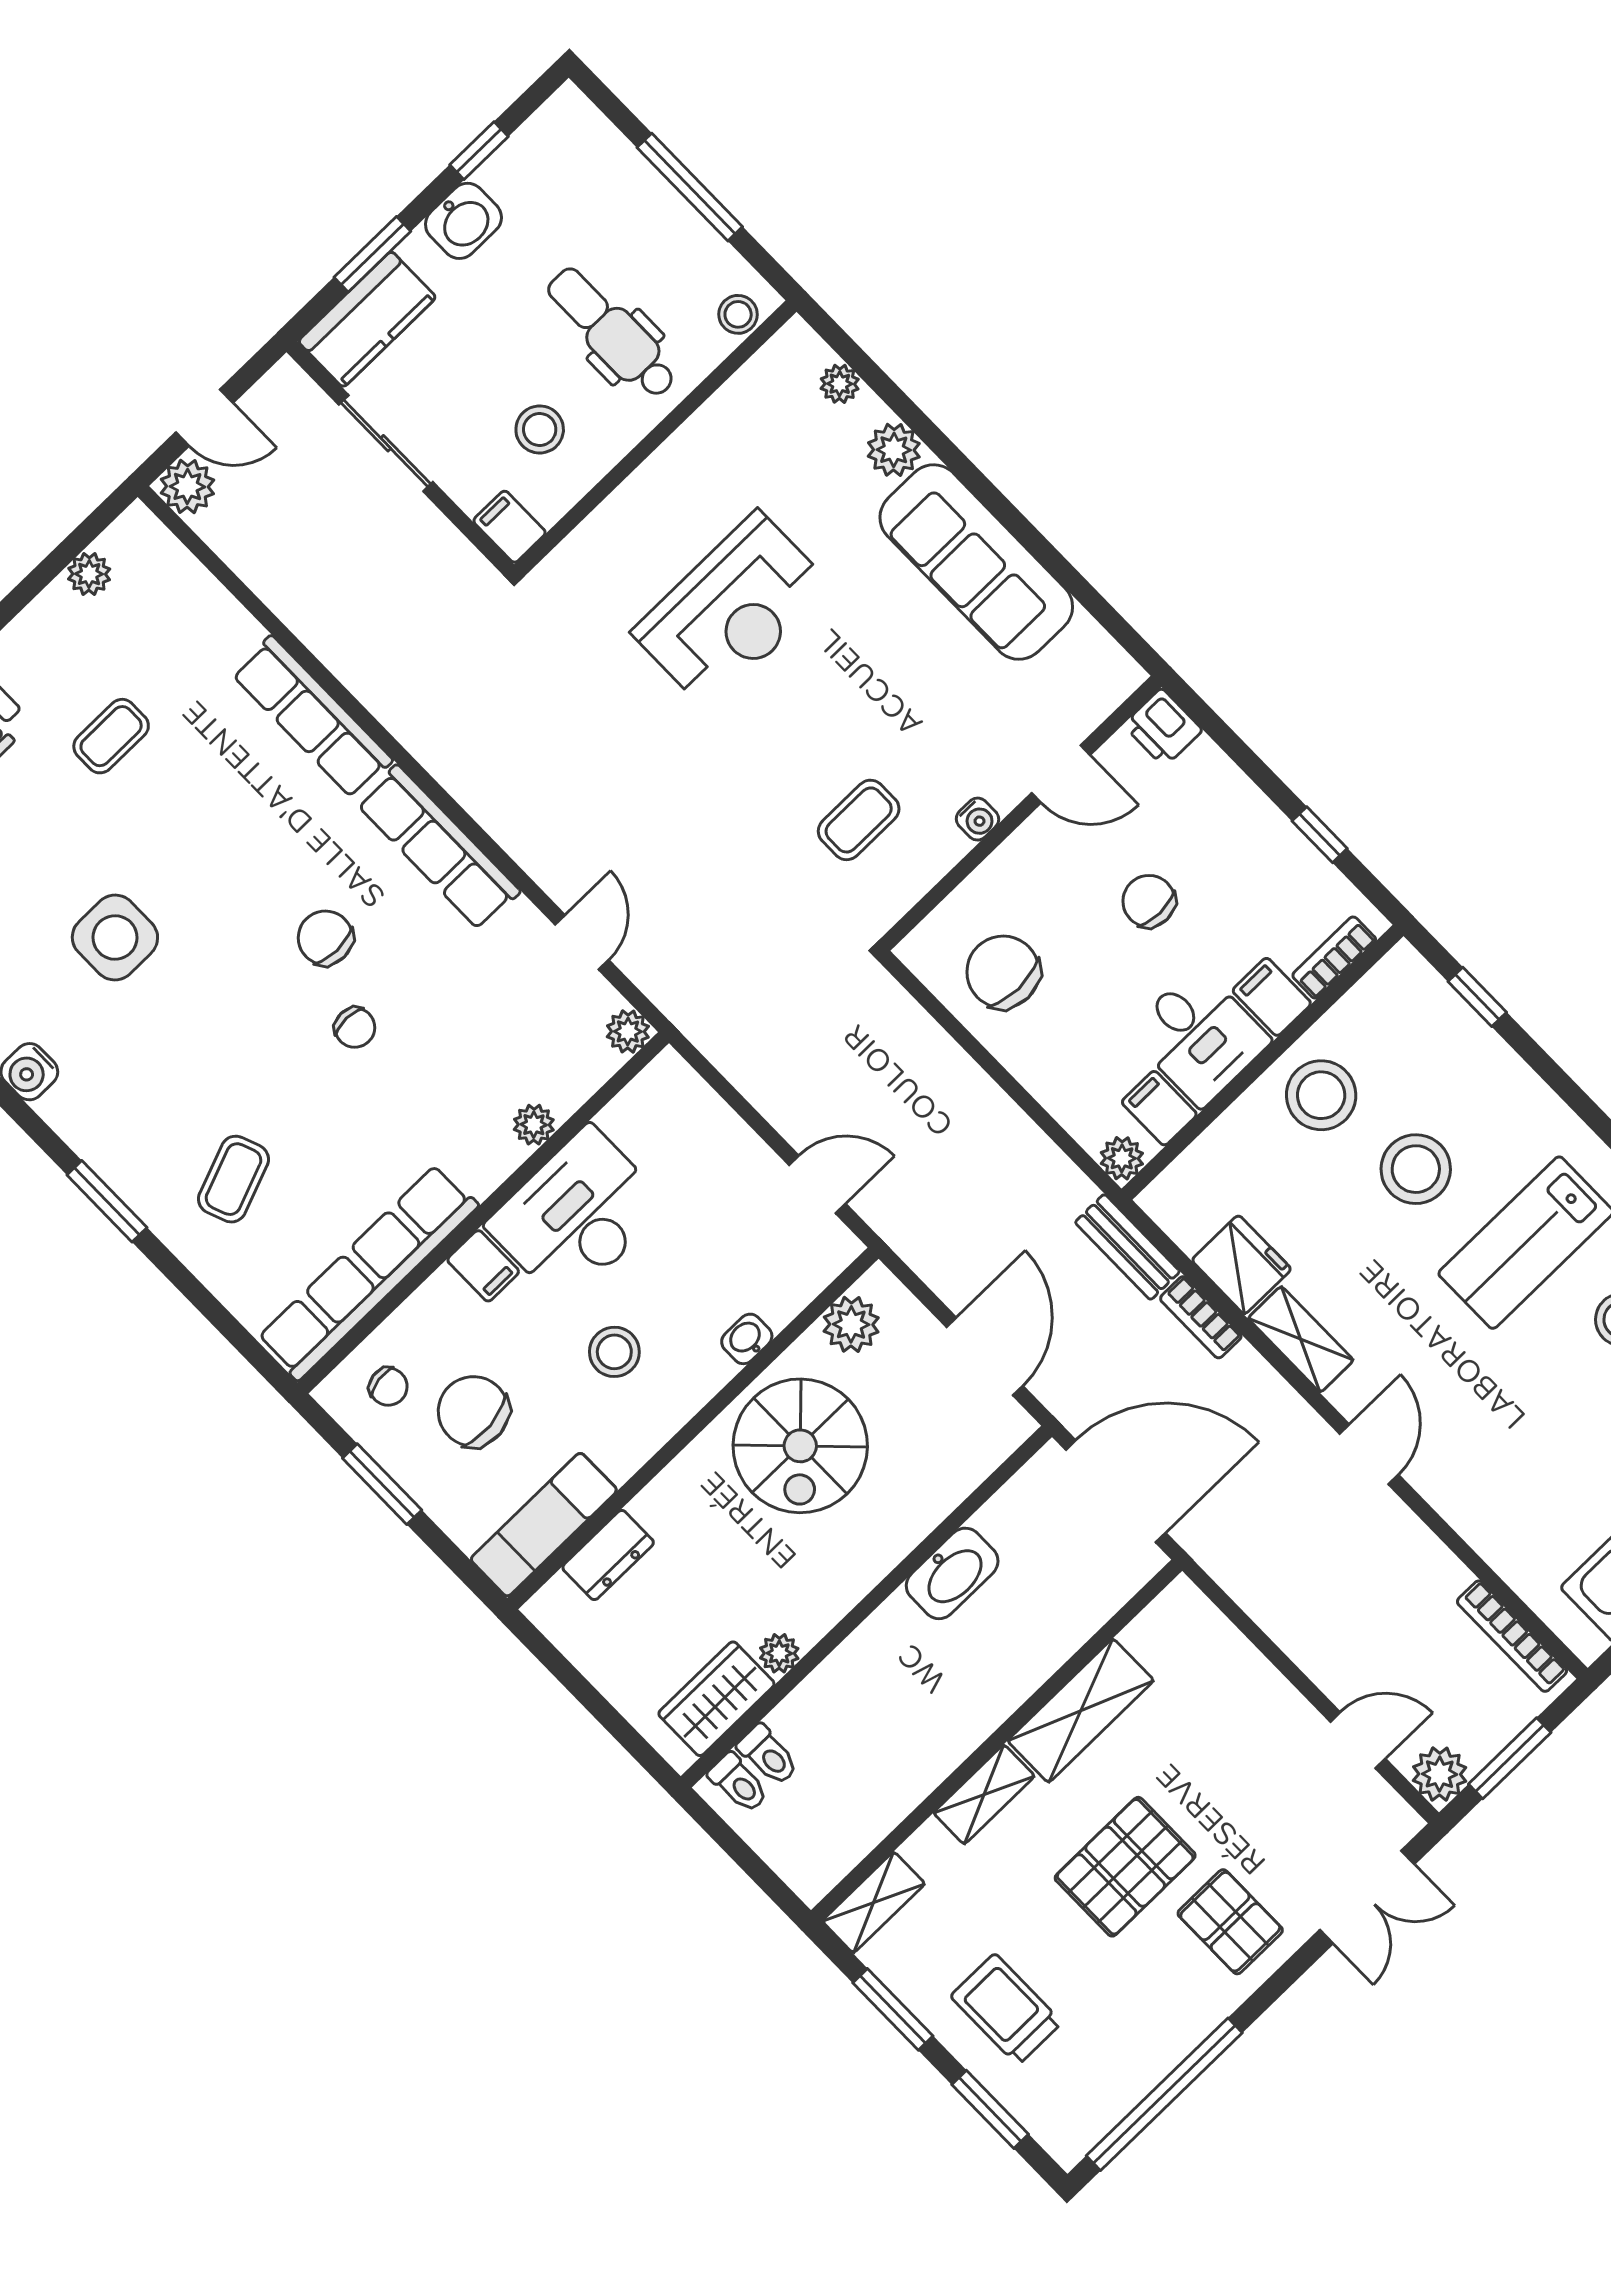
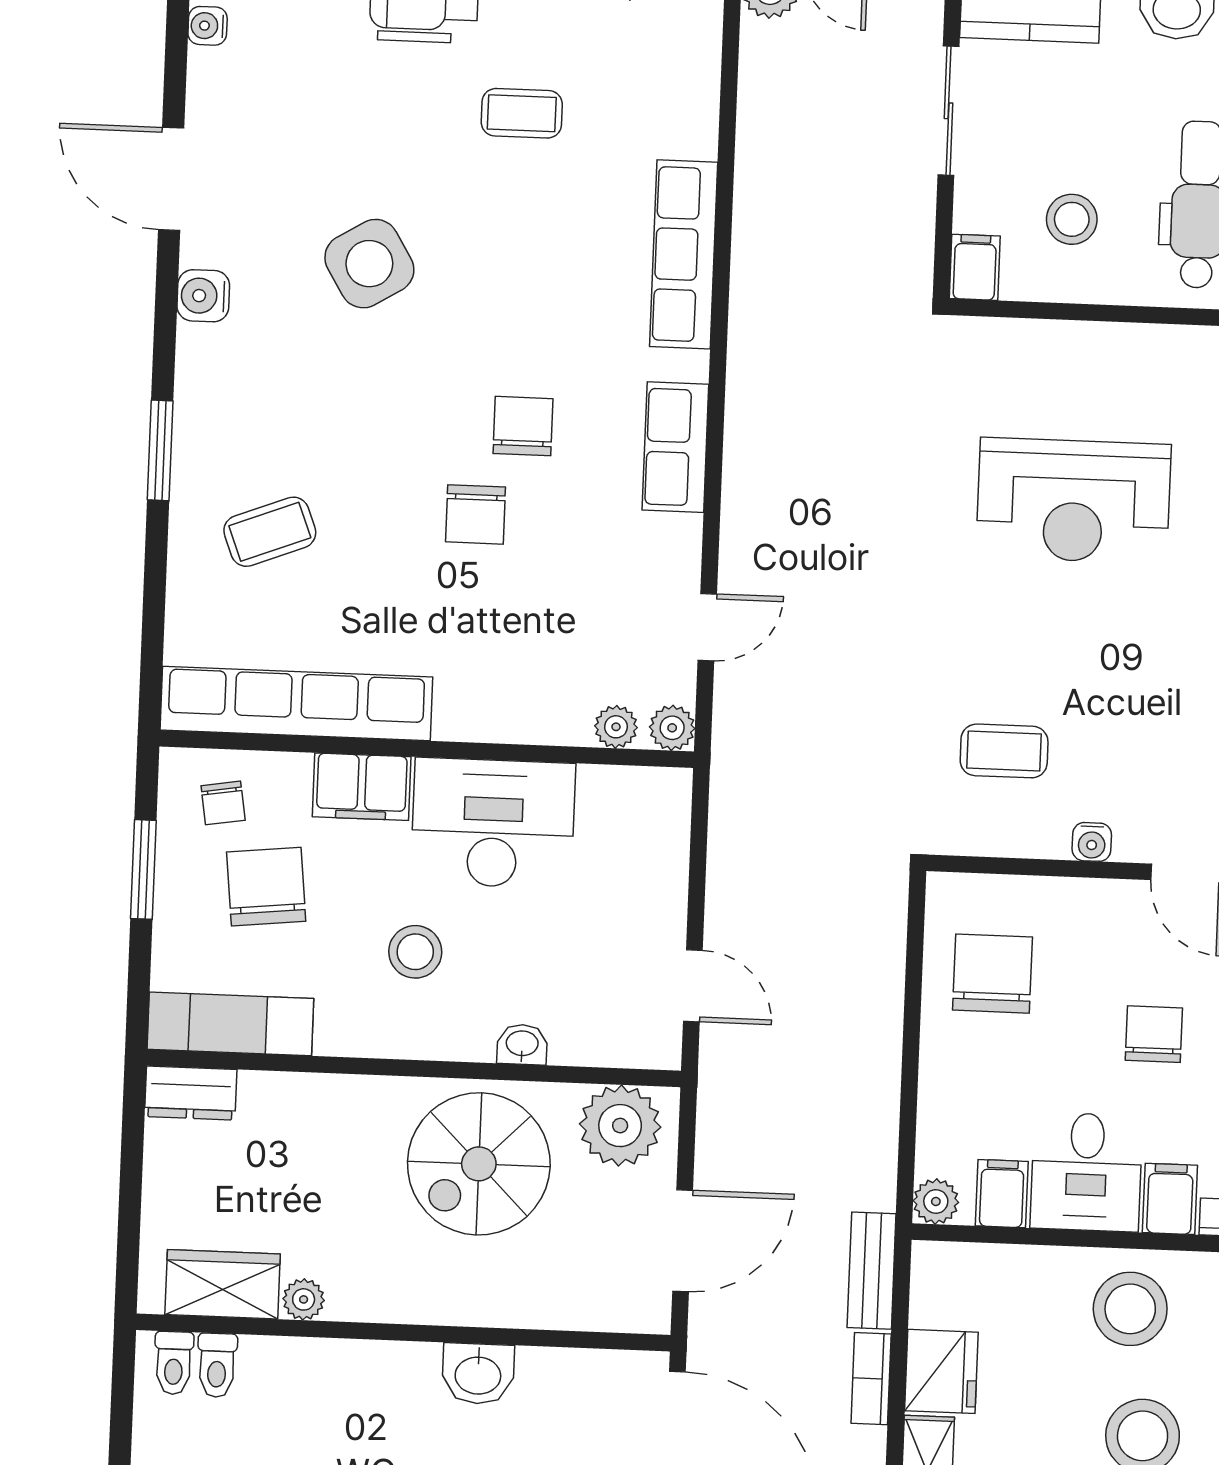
row of seats: (438, 848) -> (675, 447), width x0.68
side table: (115, 937) -> (369, 264), turned -31
chair: (355, 1028) -> (475, 514), width x1.37, depth x1.37
plant: (534, 1125) -> (616, 727), moved
filing cabinet: (483, 1266) -> (362, 787), width x2.00
plant: (851, 1324) -> (620, 1126), width x1.36, depth x1.36
dresser: (608, 1555) -> (191, 1093), moved
washbasin: (952, 1573) -> (478, 1374), width x0.72

